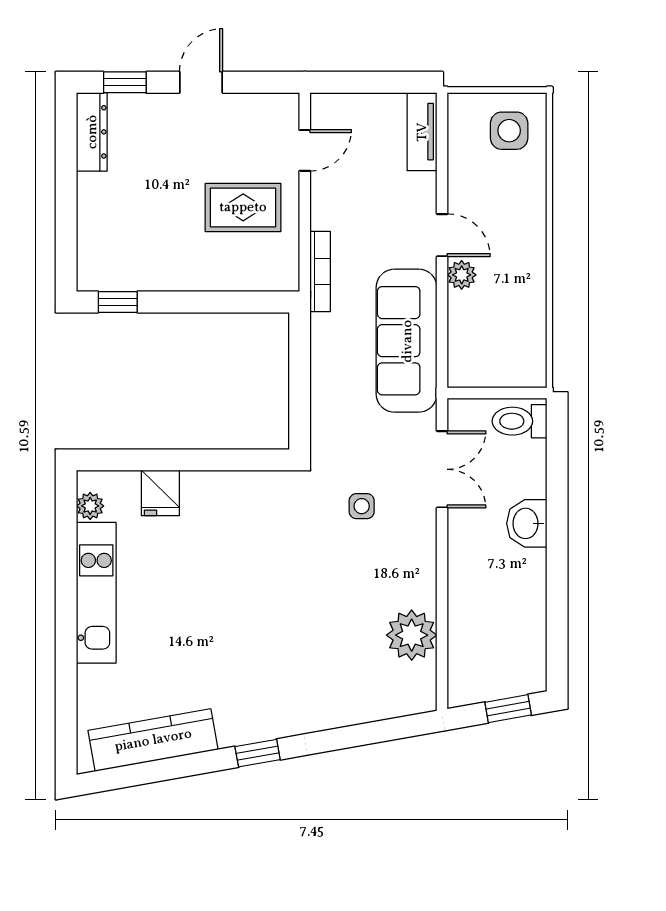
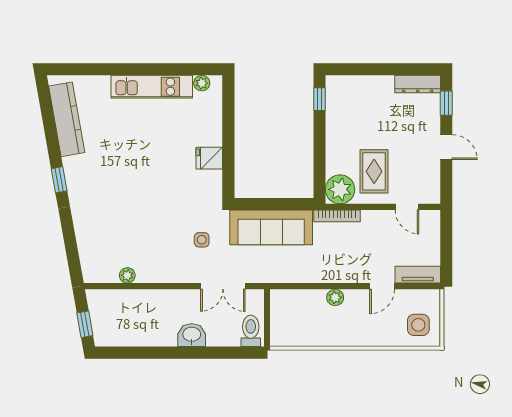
door: (442, 235) -> (382, 286), moved
plant: (274, 266) -> (340, 189), added
sofa: (407, 341) -> (271, 227), moved, turned 180
fridge: (160, 493) -> (209, 158), moved
plant: (412, 635) -> (127, 275), width x0.53, depth x0.53

